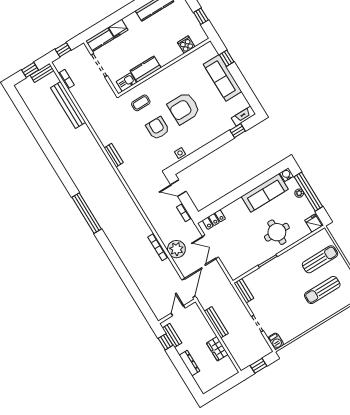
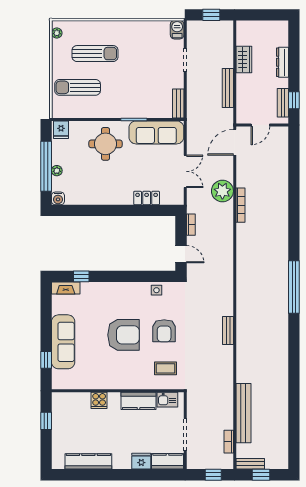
cooker: (186, 45) -> (99, 400), moved
sofa: (265, 193) -> (156, 132), moved, turned 180
locker: (214, 220) -> (147, 198), moved

